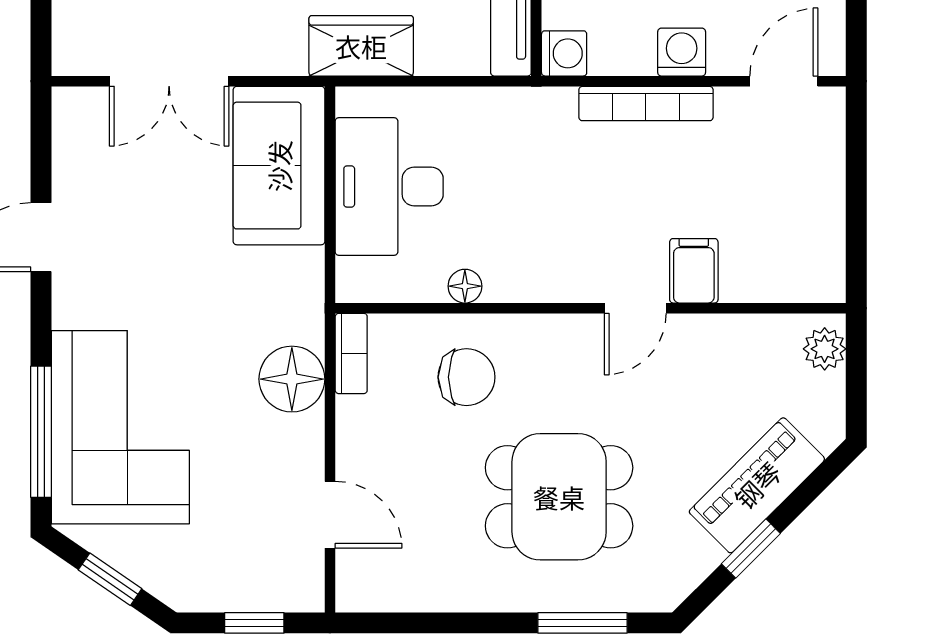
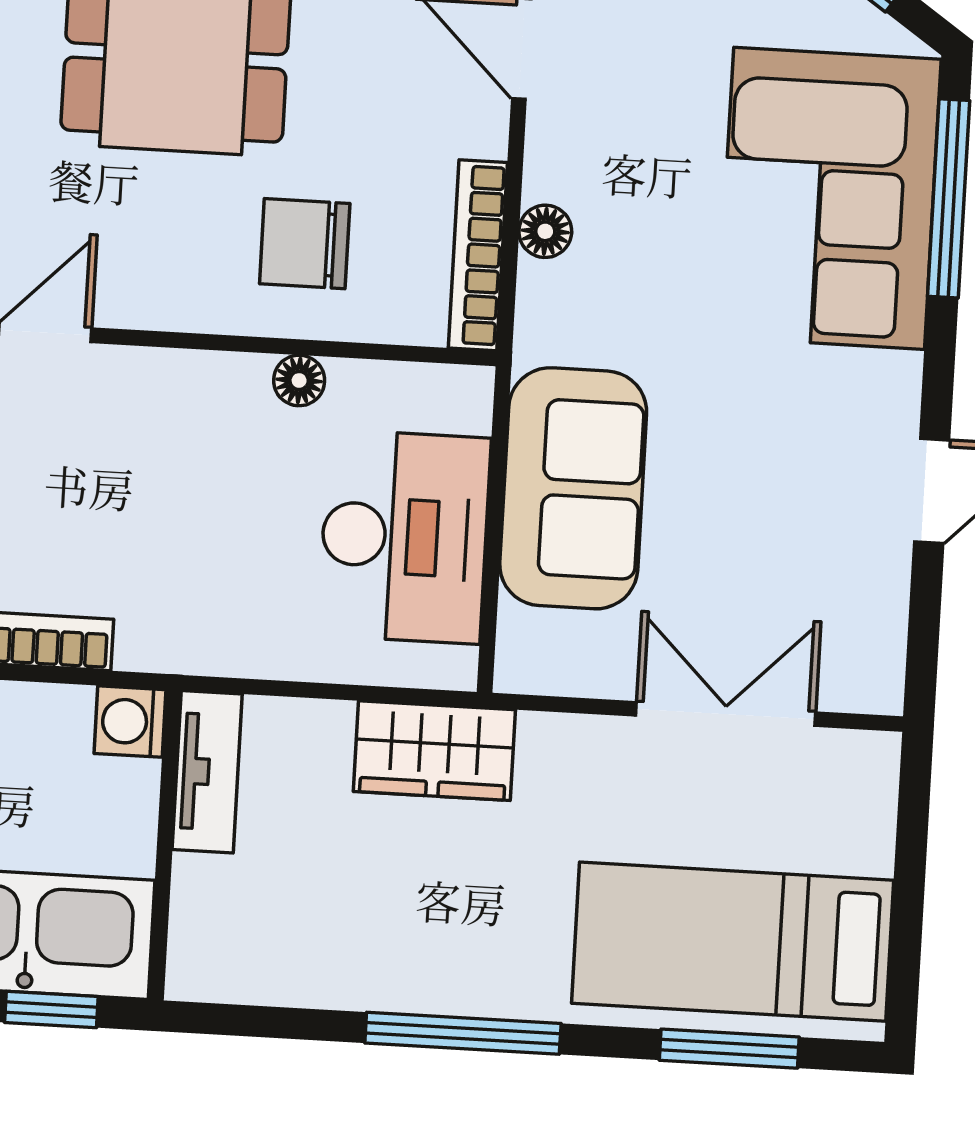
sofa: (279, 166) -> (573, 488), moved
bookcase: (351, 353) -> (478, 255), width x1.56
floor lamp: (292, 379) -> (545, 231), width x0.53, depth x0.53

